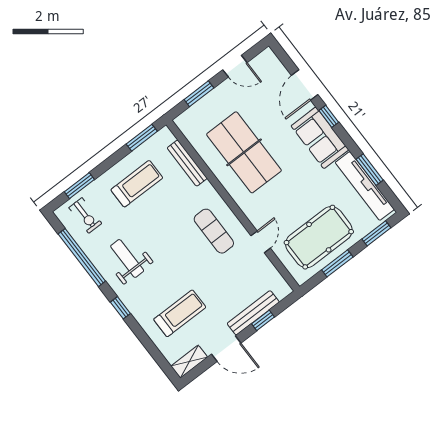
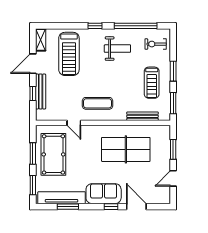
window: (79, 186) -> (173, 71), moved
treadmill: (180, 313) -> (69, 54), width x1.37, depth x1.38

